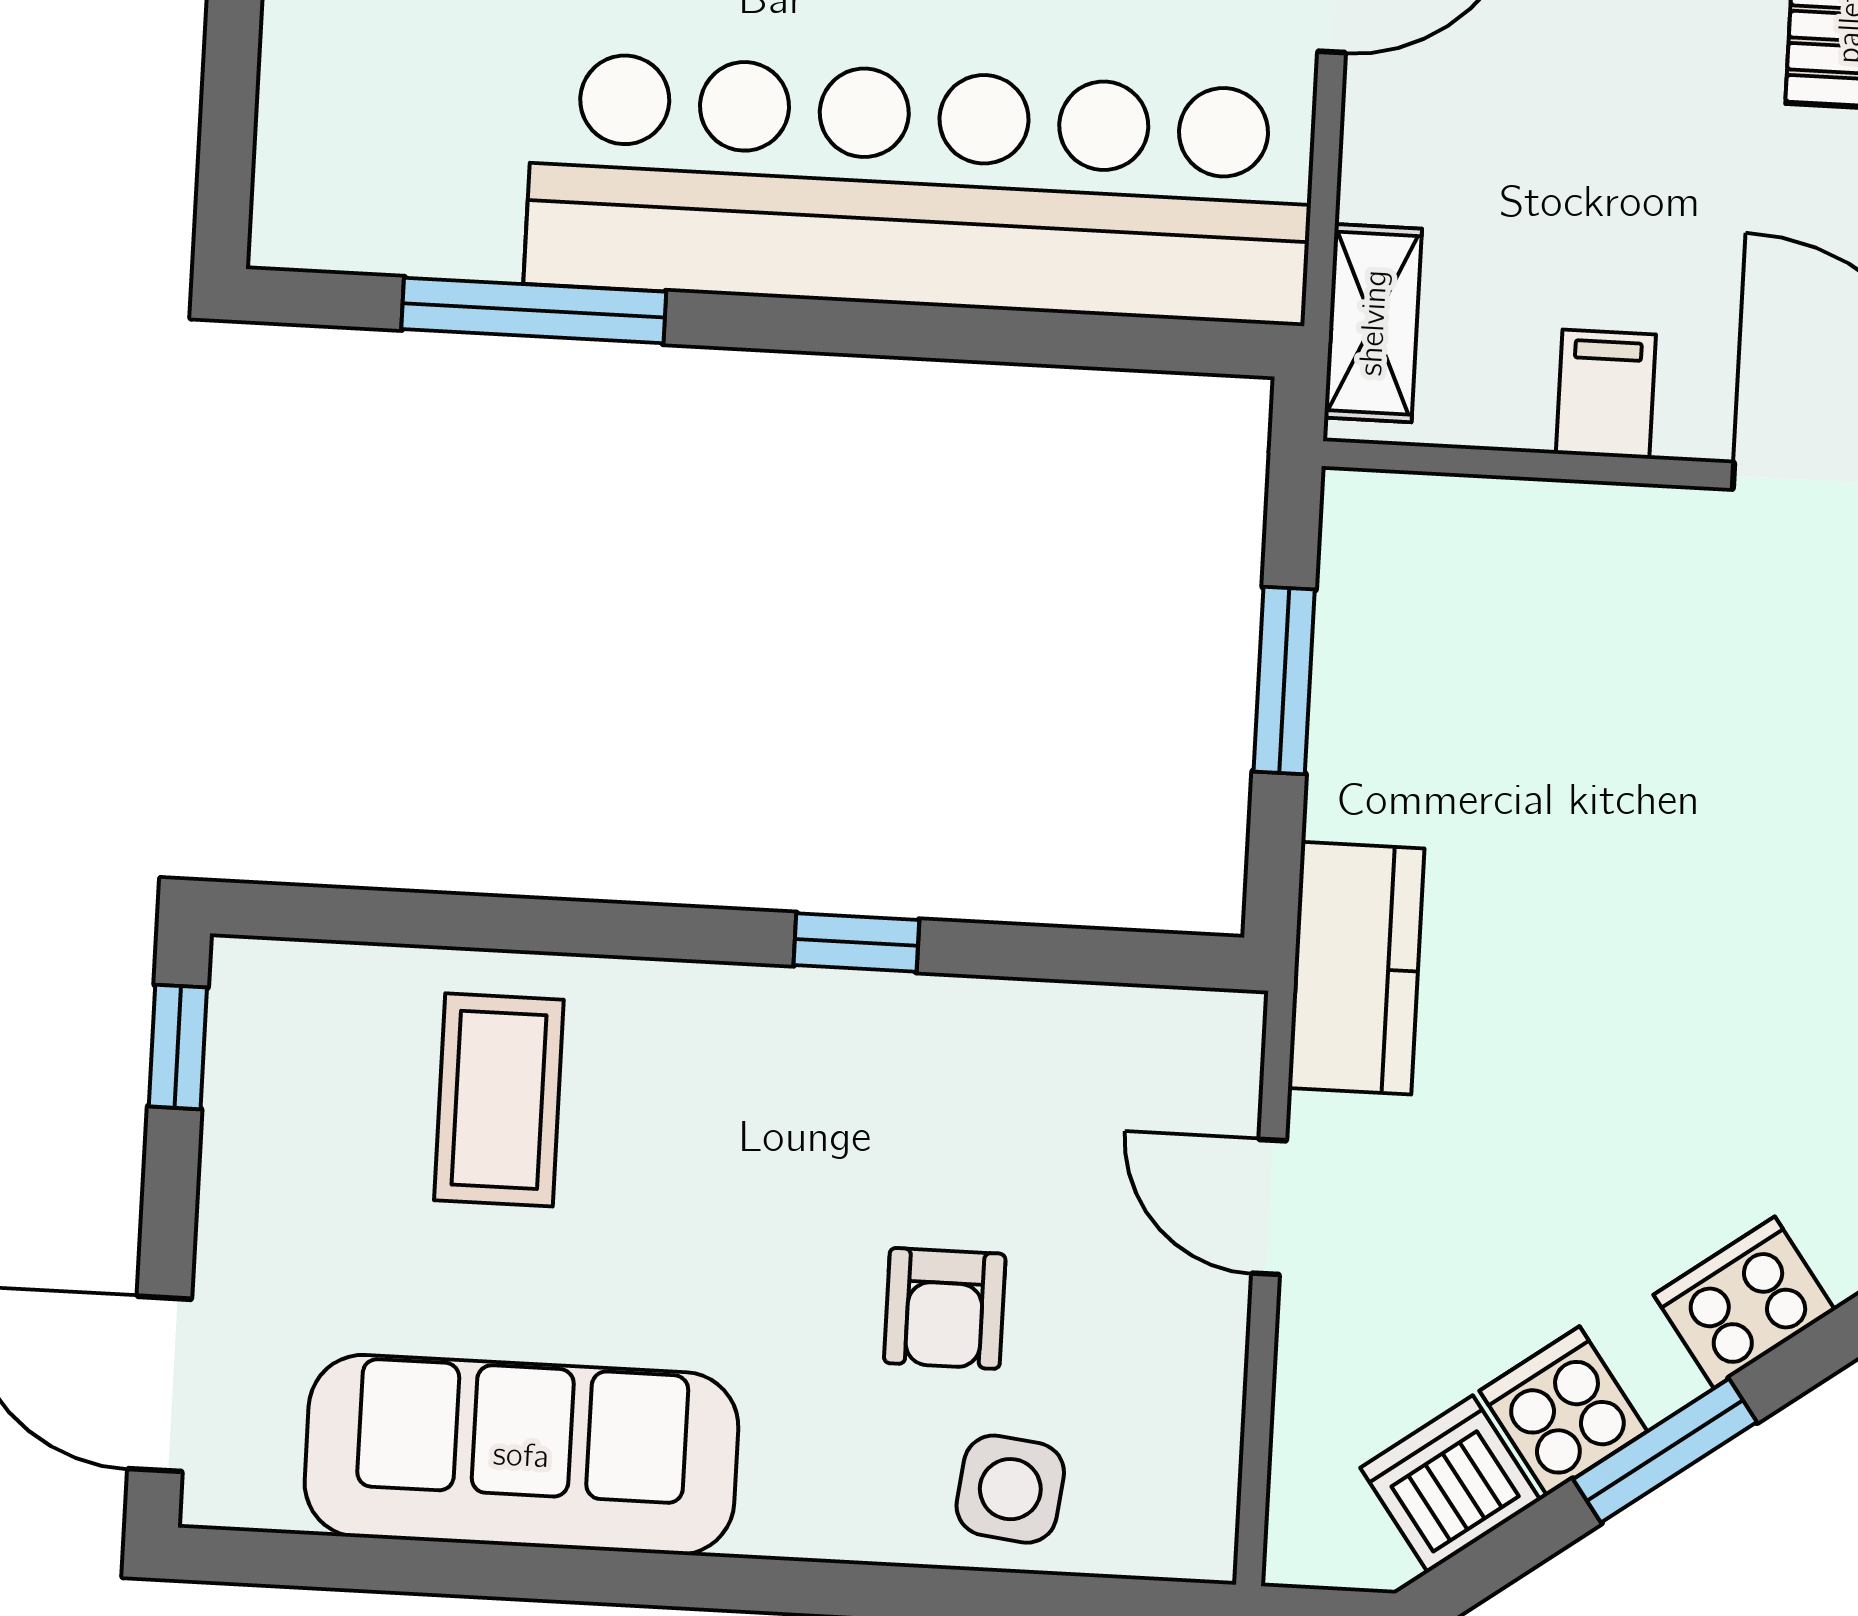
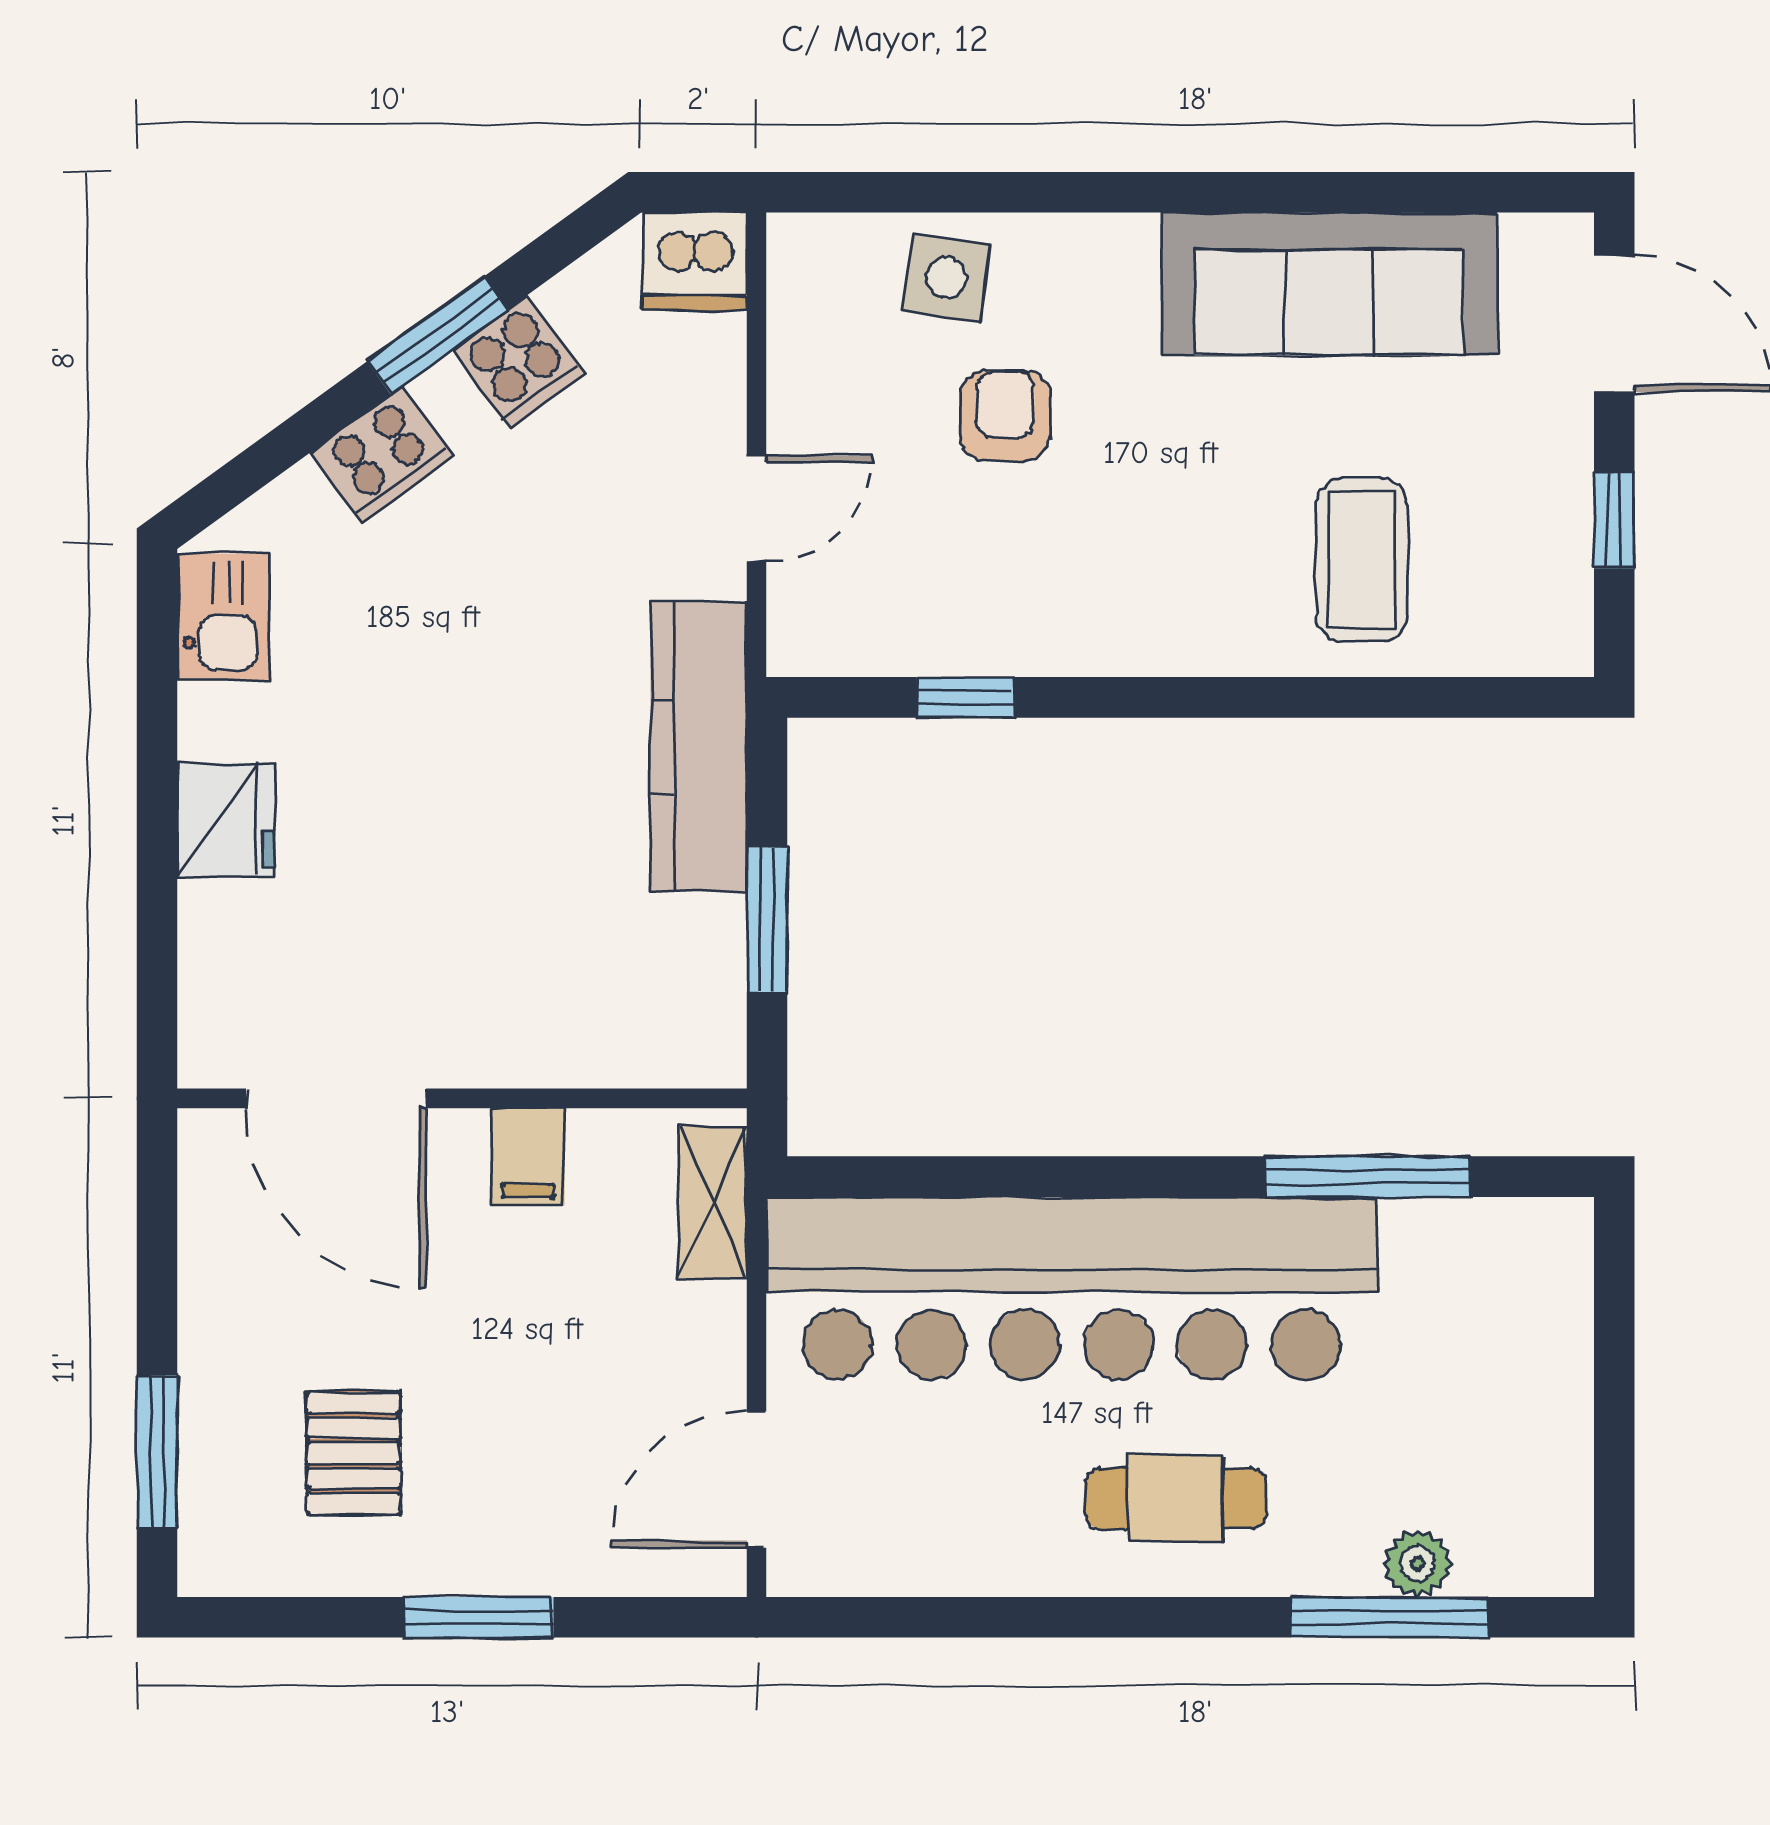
window: (856, 942) -> (965, 697), moved
kitchen counter: (1356, 968) -> (699, 747), width x1.50
window: (178, 1047) -> (1614, 520), moved
door: (1269, 1207) -> (757, 509), hinge flipped
dishwasher: (1450, 1484) -> (695, 261), moved, turned 36

